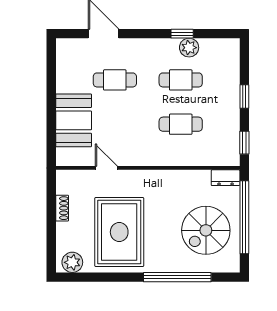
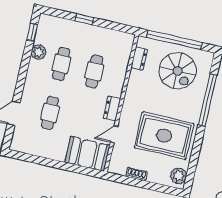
window: (182, 34) -> (32, 32), moved
booth: (74, 120) -> (87, 154), moved
window: (244, 143) -> (119, 27), removed
dresser: (139, 158) -> (112, 108), added
dresser: (226, 178) -> (139, 58), moved

